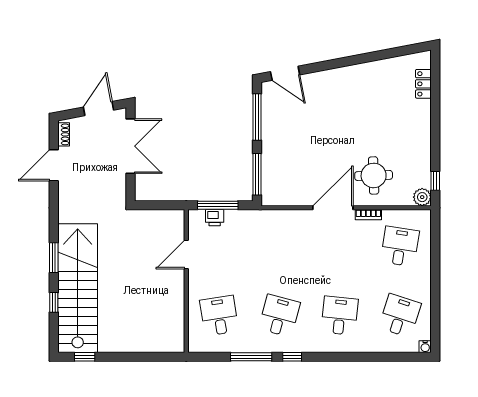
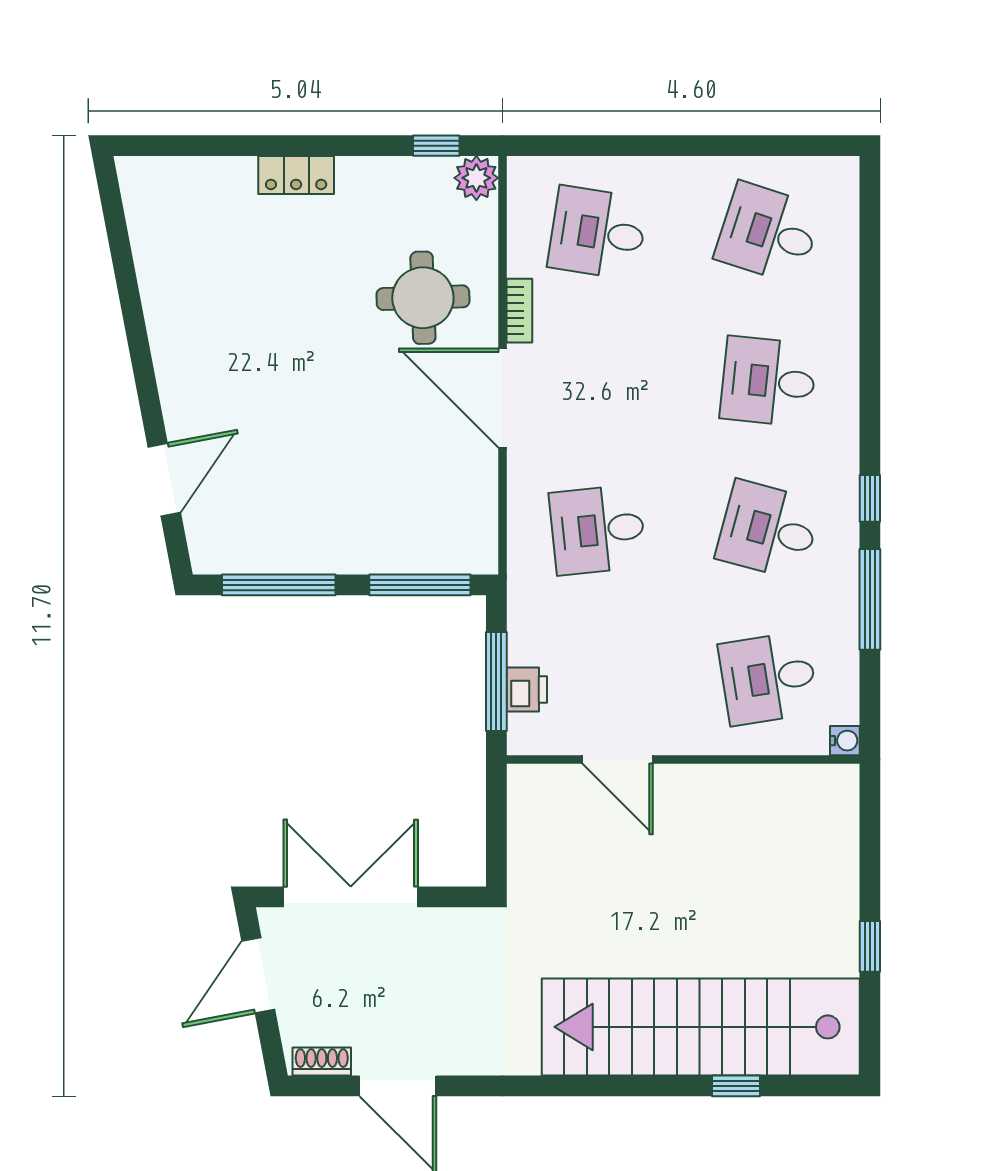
door: (285, 73) -> (164, 480), moved
locker: (423, 84) -> (296, 175), moved
door: (99, 109) -> (258, 975), hinge flipped
desk: (279, 246) -> (598, 530), added
window: (54, 258) -> (626, 1086), removed
water cooler: (425, 347) -> (845, 741), moved
window: (85, 357) -> (870, 946), moved

